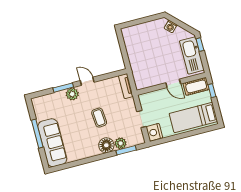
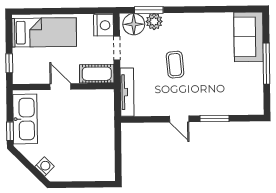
tv unit: (126, 86) -> (127, 92), width x1.41
cot: (196, 86) -> (97, 74), moved
plant: (72, 94) -> (204, 106), removed
sofa: (52, 143) -> (249, 37), width x0.73
floor lamp: (106, 145) -> (134, 24), moved

